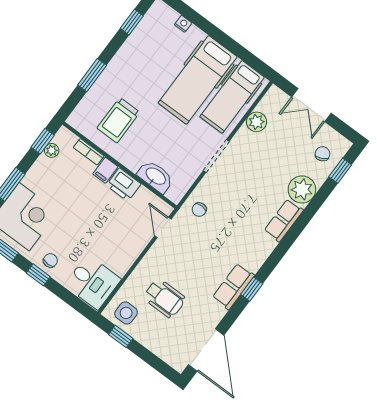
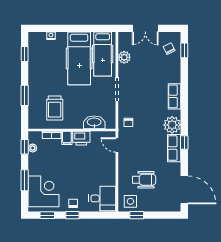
plant: (302, 189) -> (172, 125), moved

